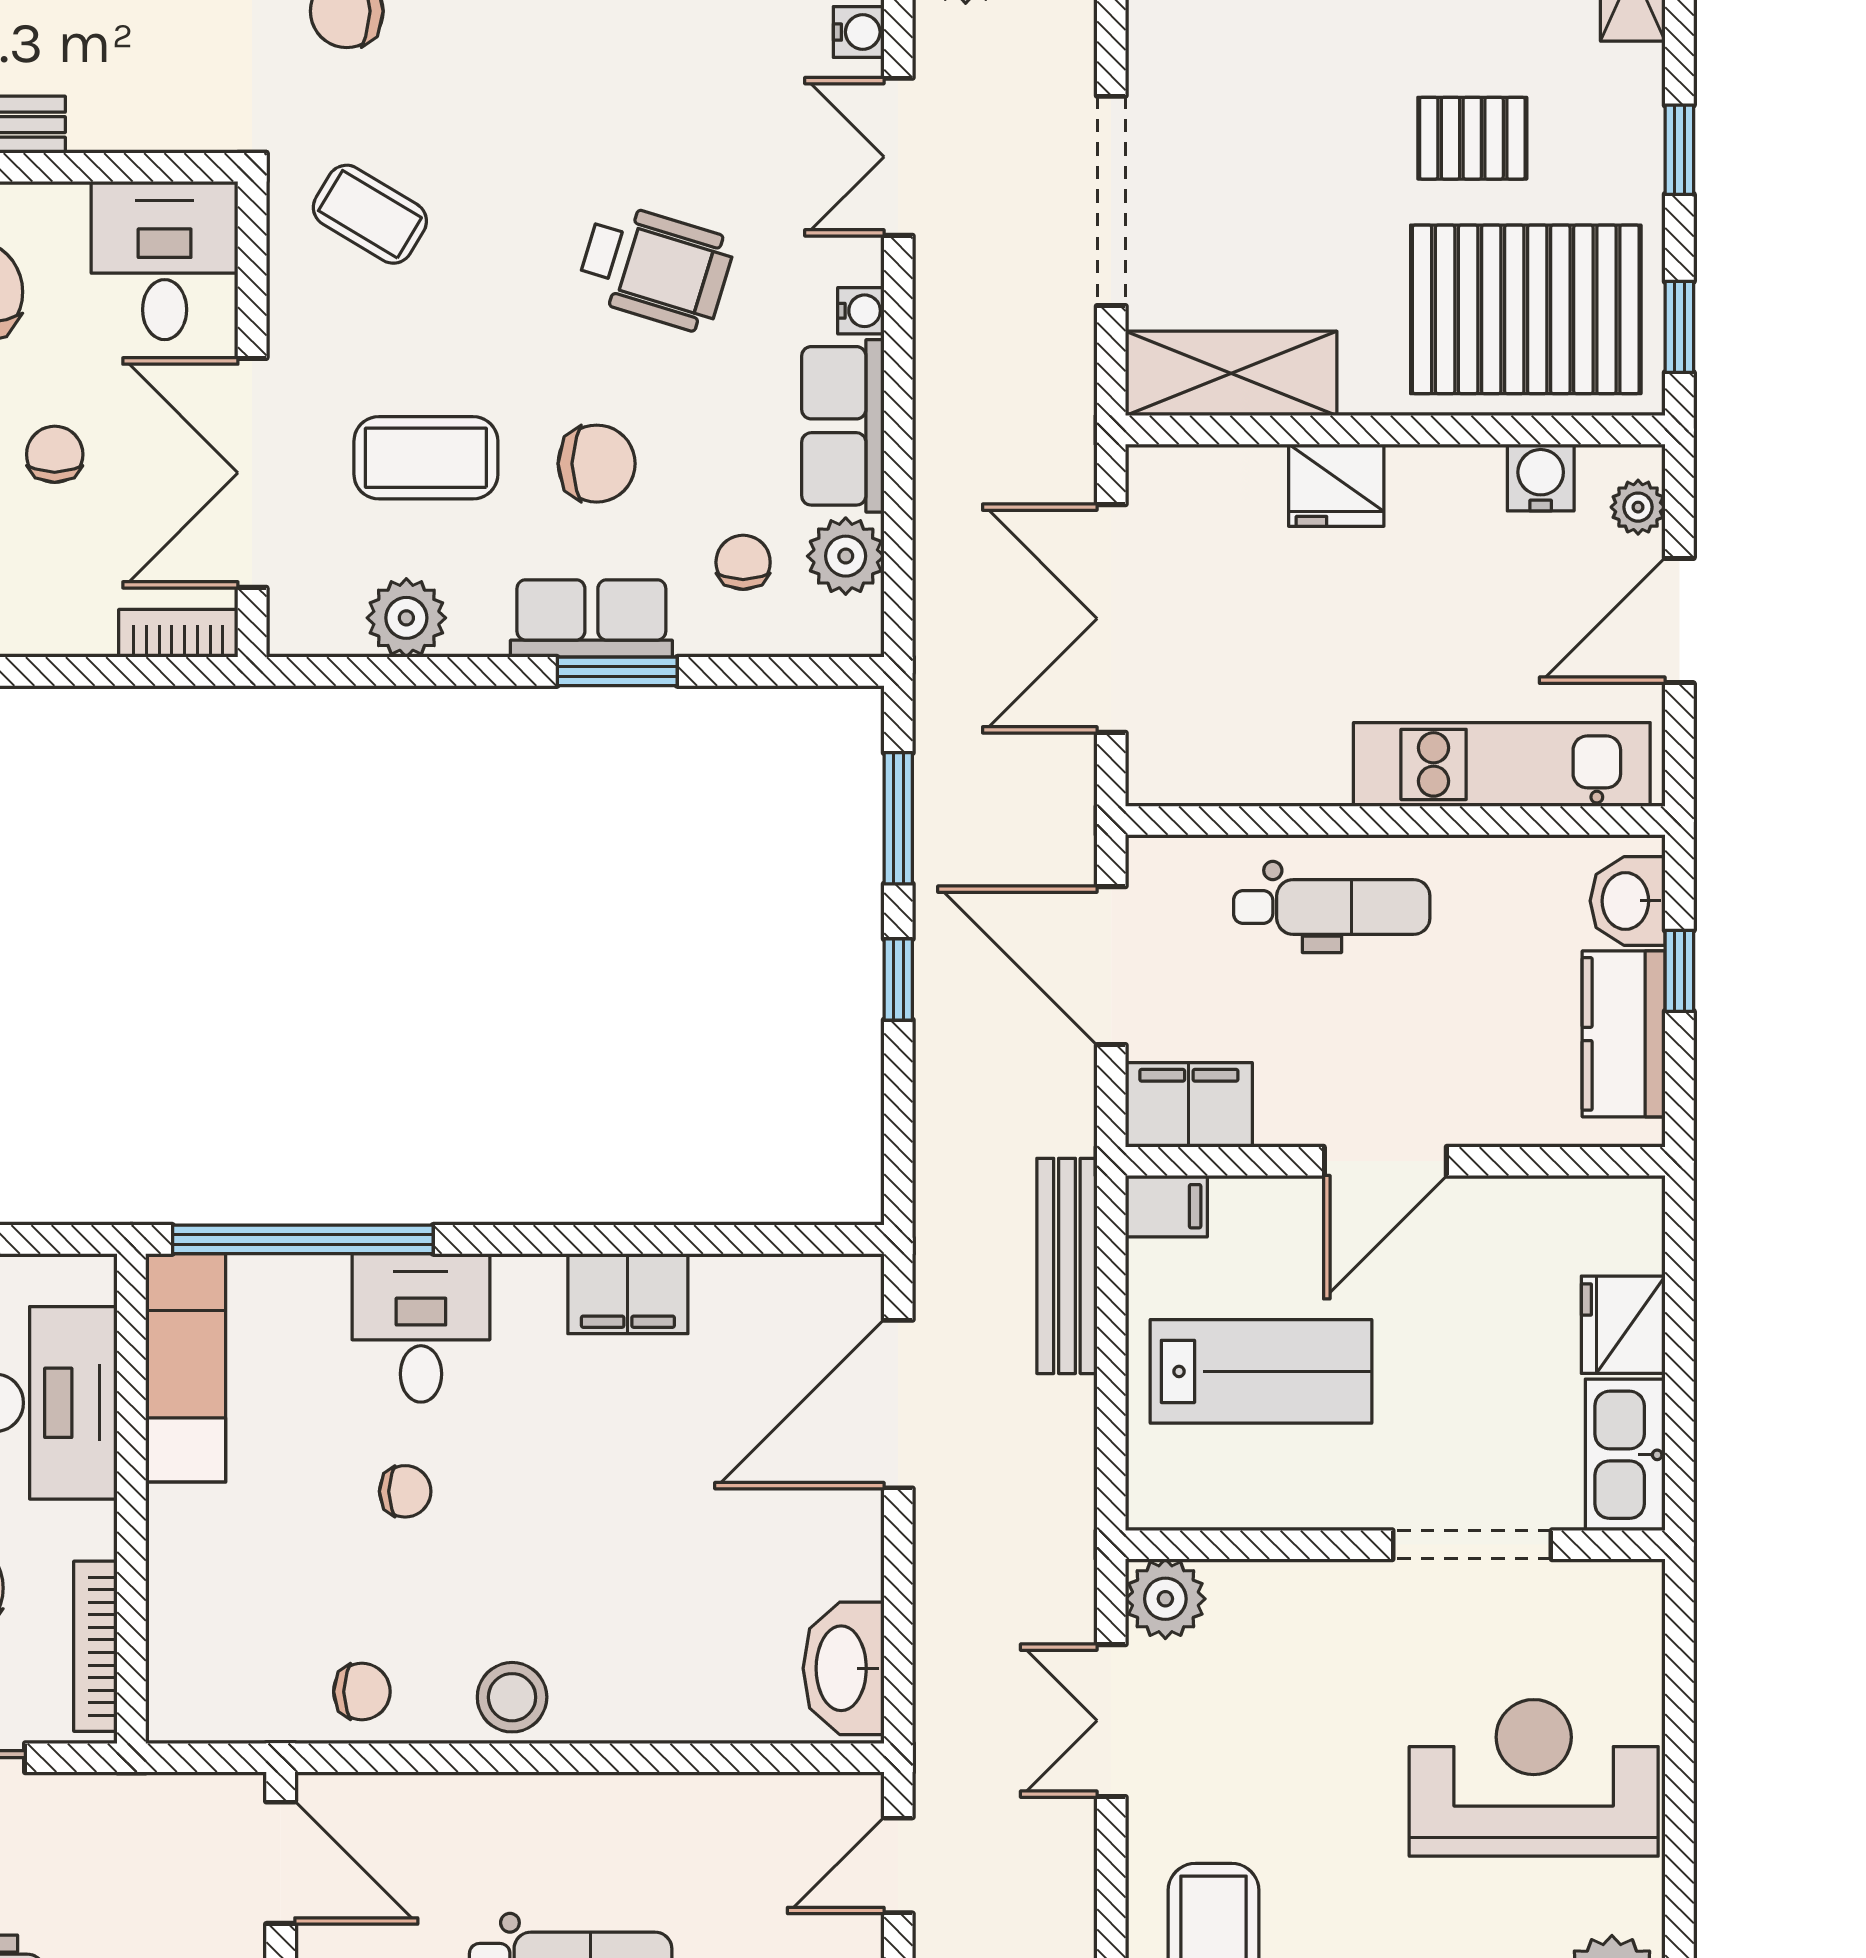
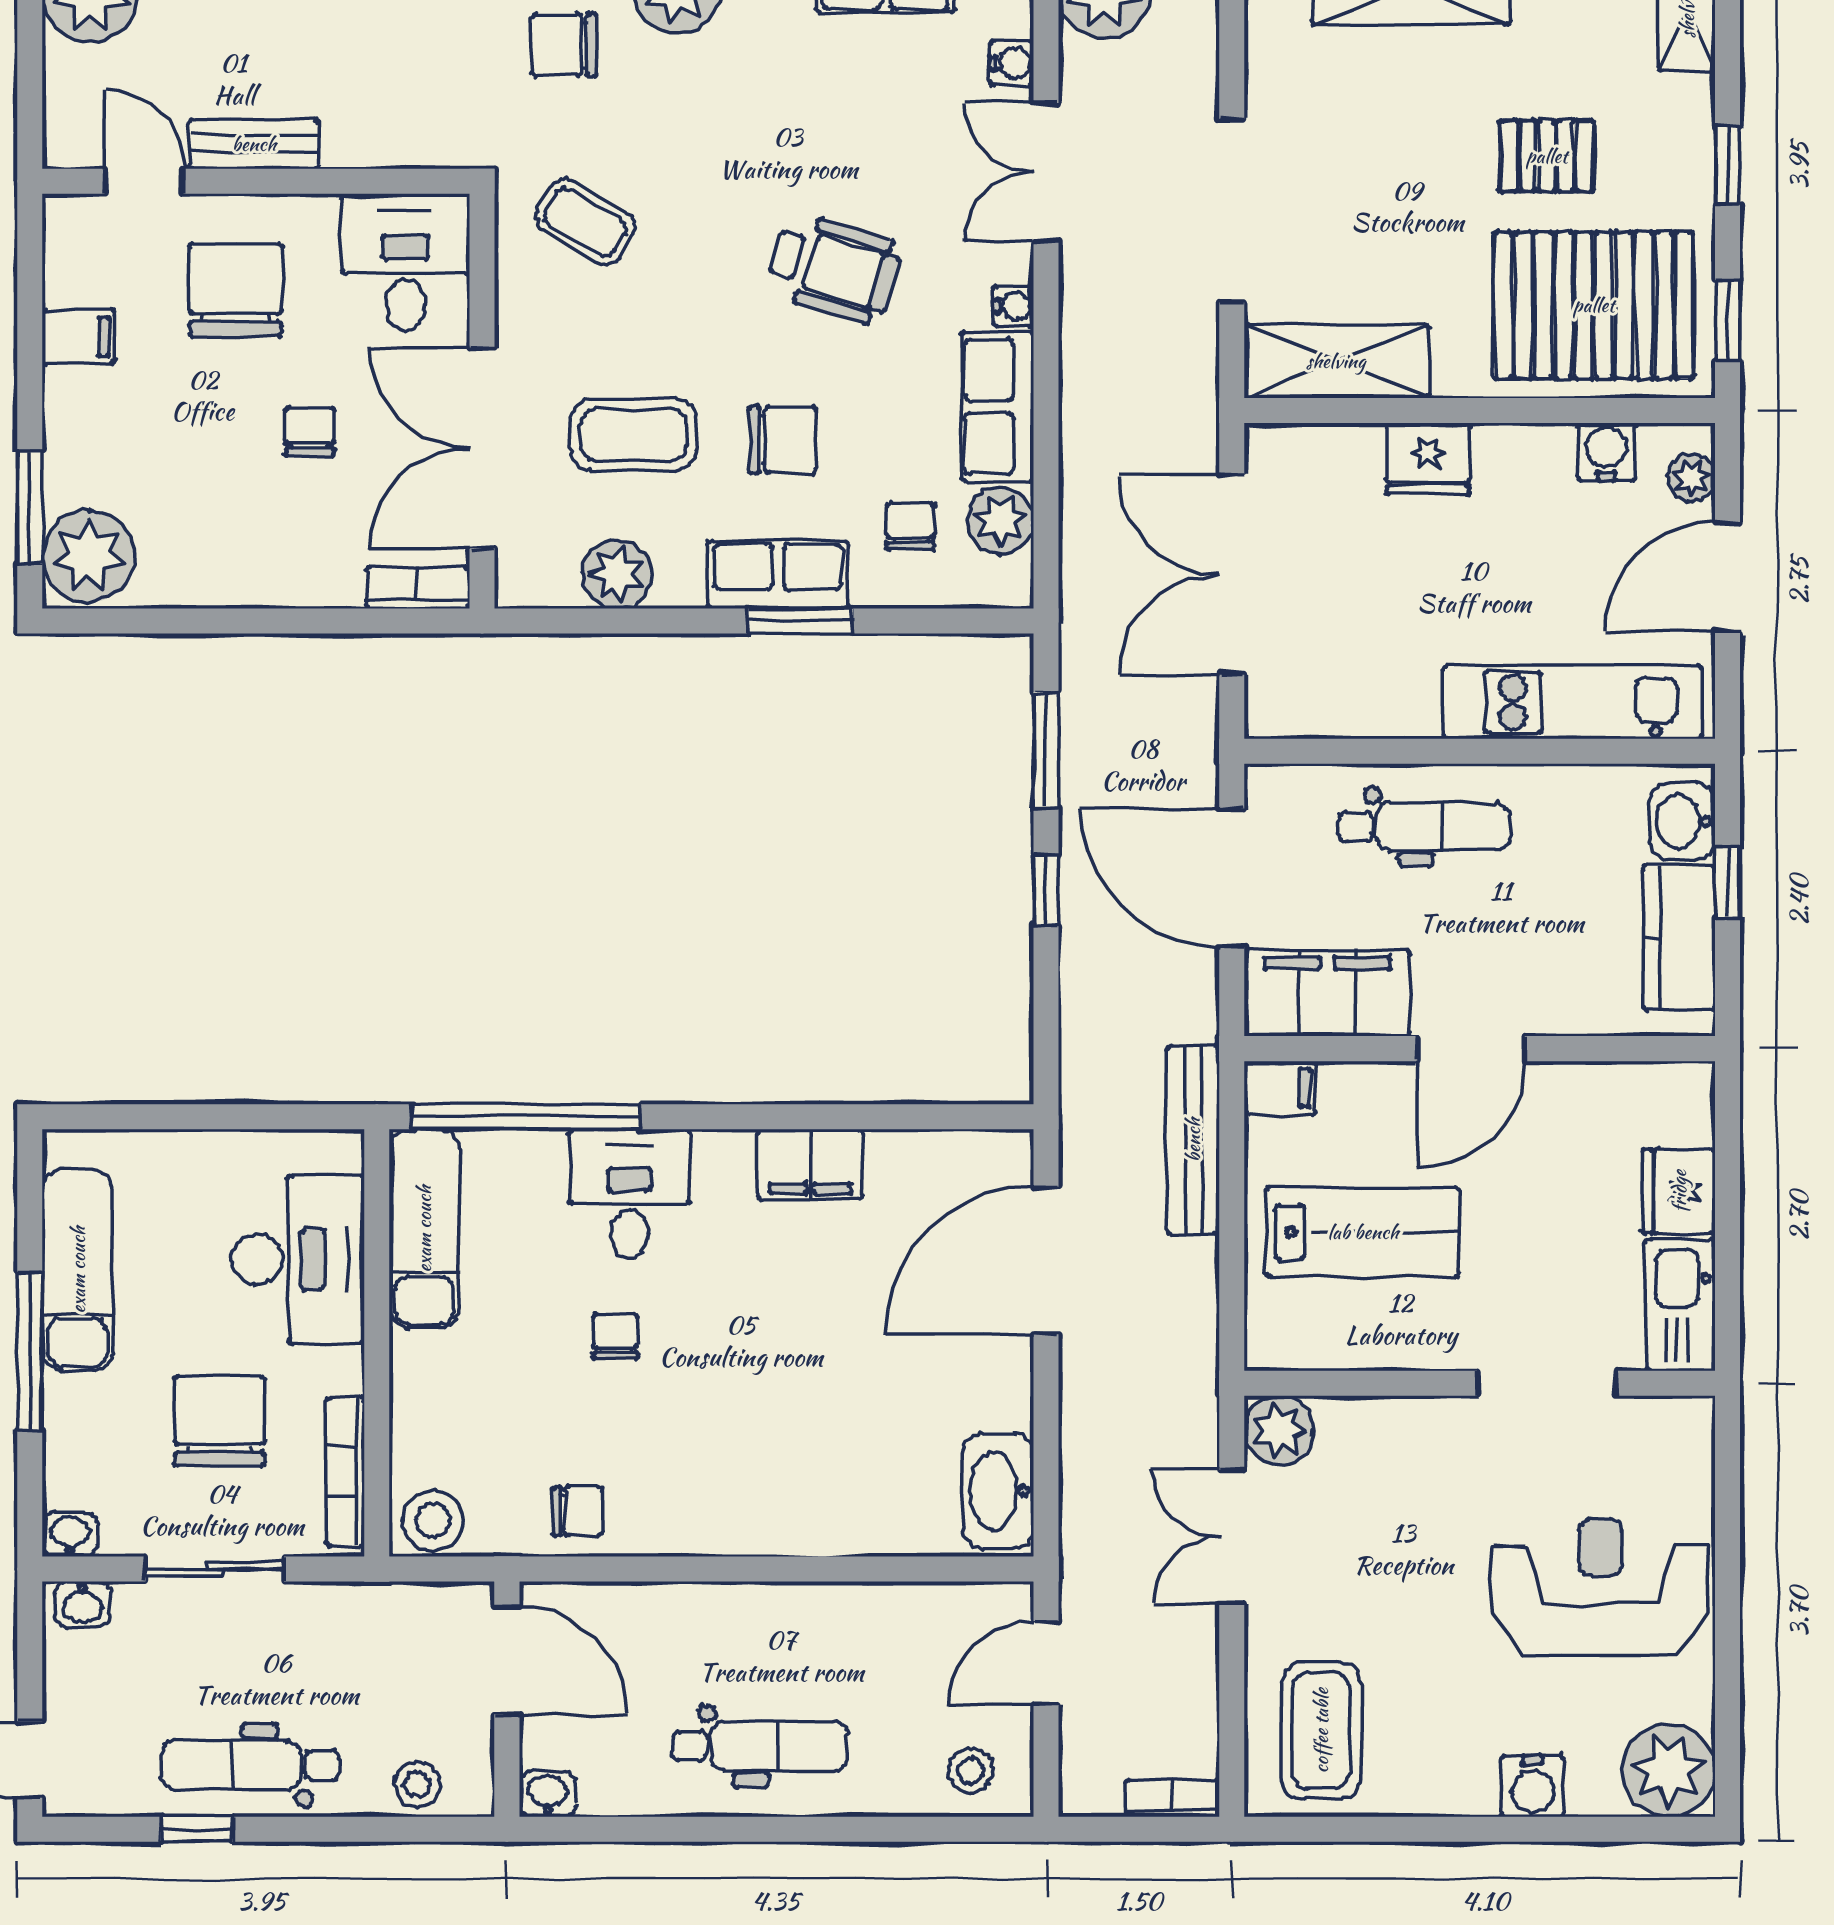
filing cabinet: (1189, 1105) -> (1327, 993), width x1.50, depth x1.17
chair: (405, 1491) -> (616, 1337), turned -90
stool: (512, 1697) -> (433, 1521), moved

